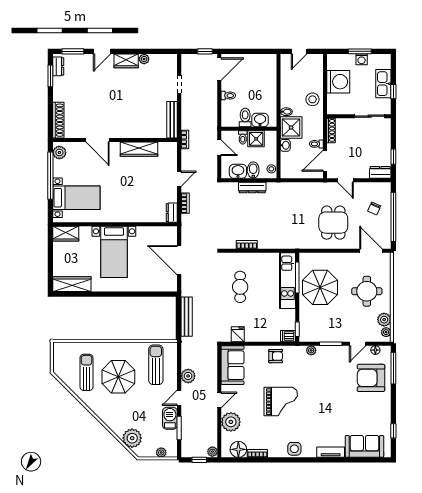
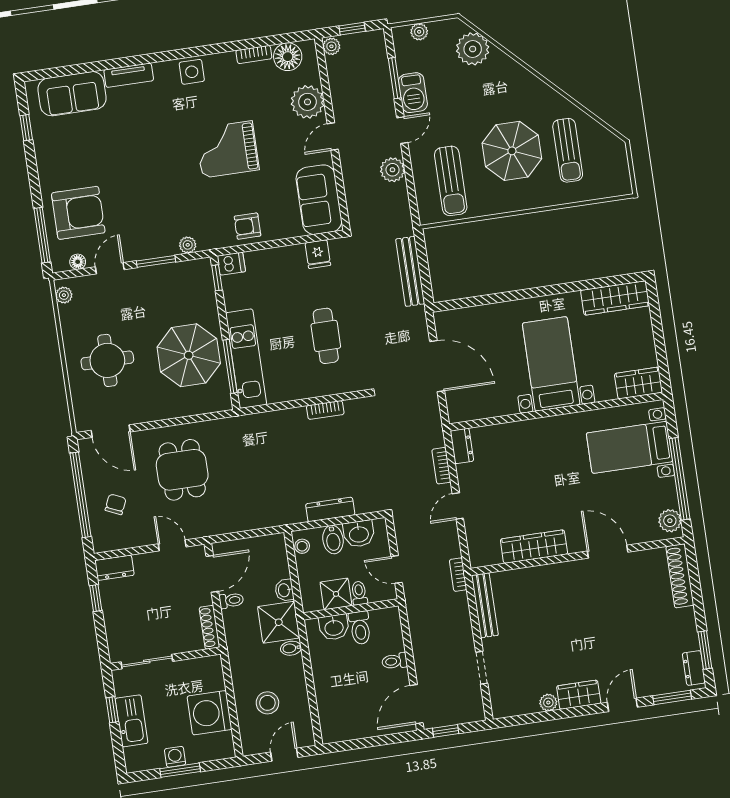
stool: (312, 99) -> (267, 703), moved
plant: (384, 320) -> (70, 316), removed

